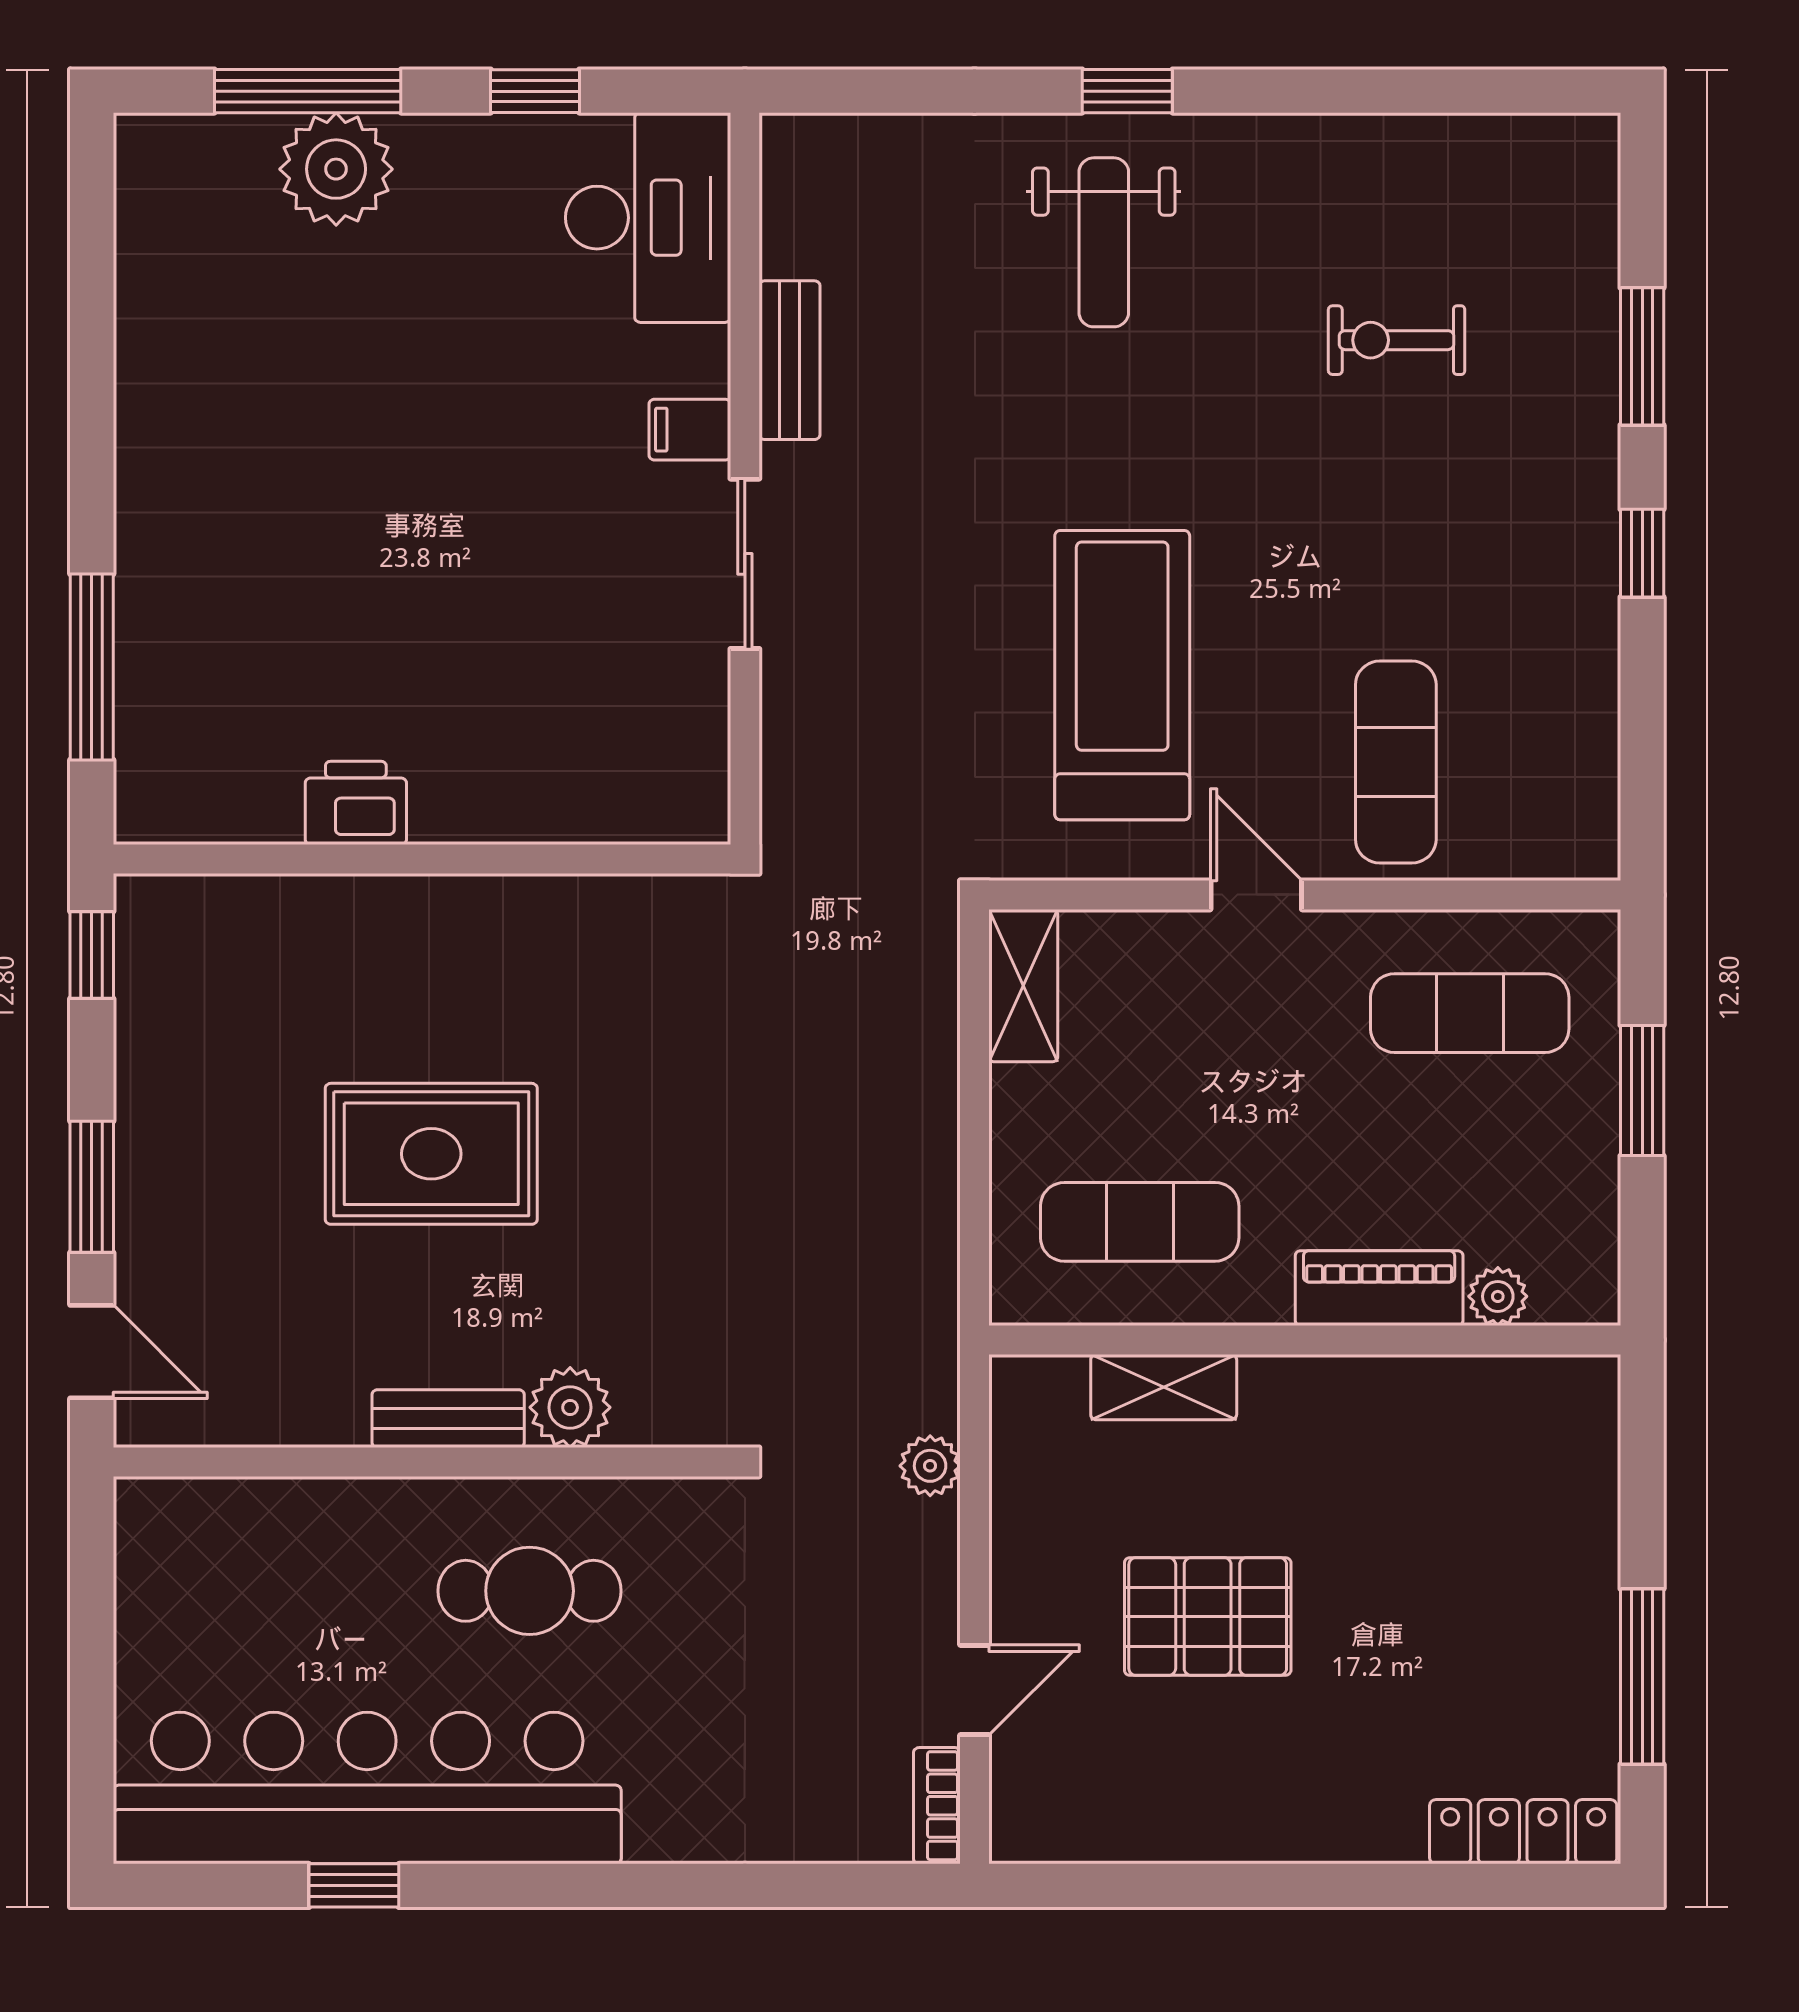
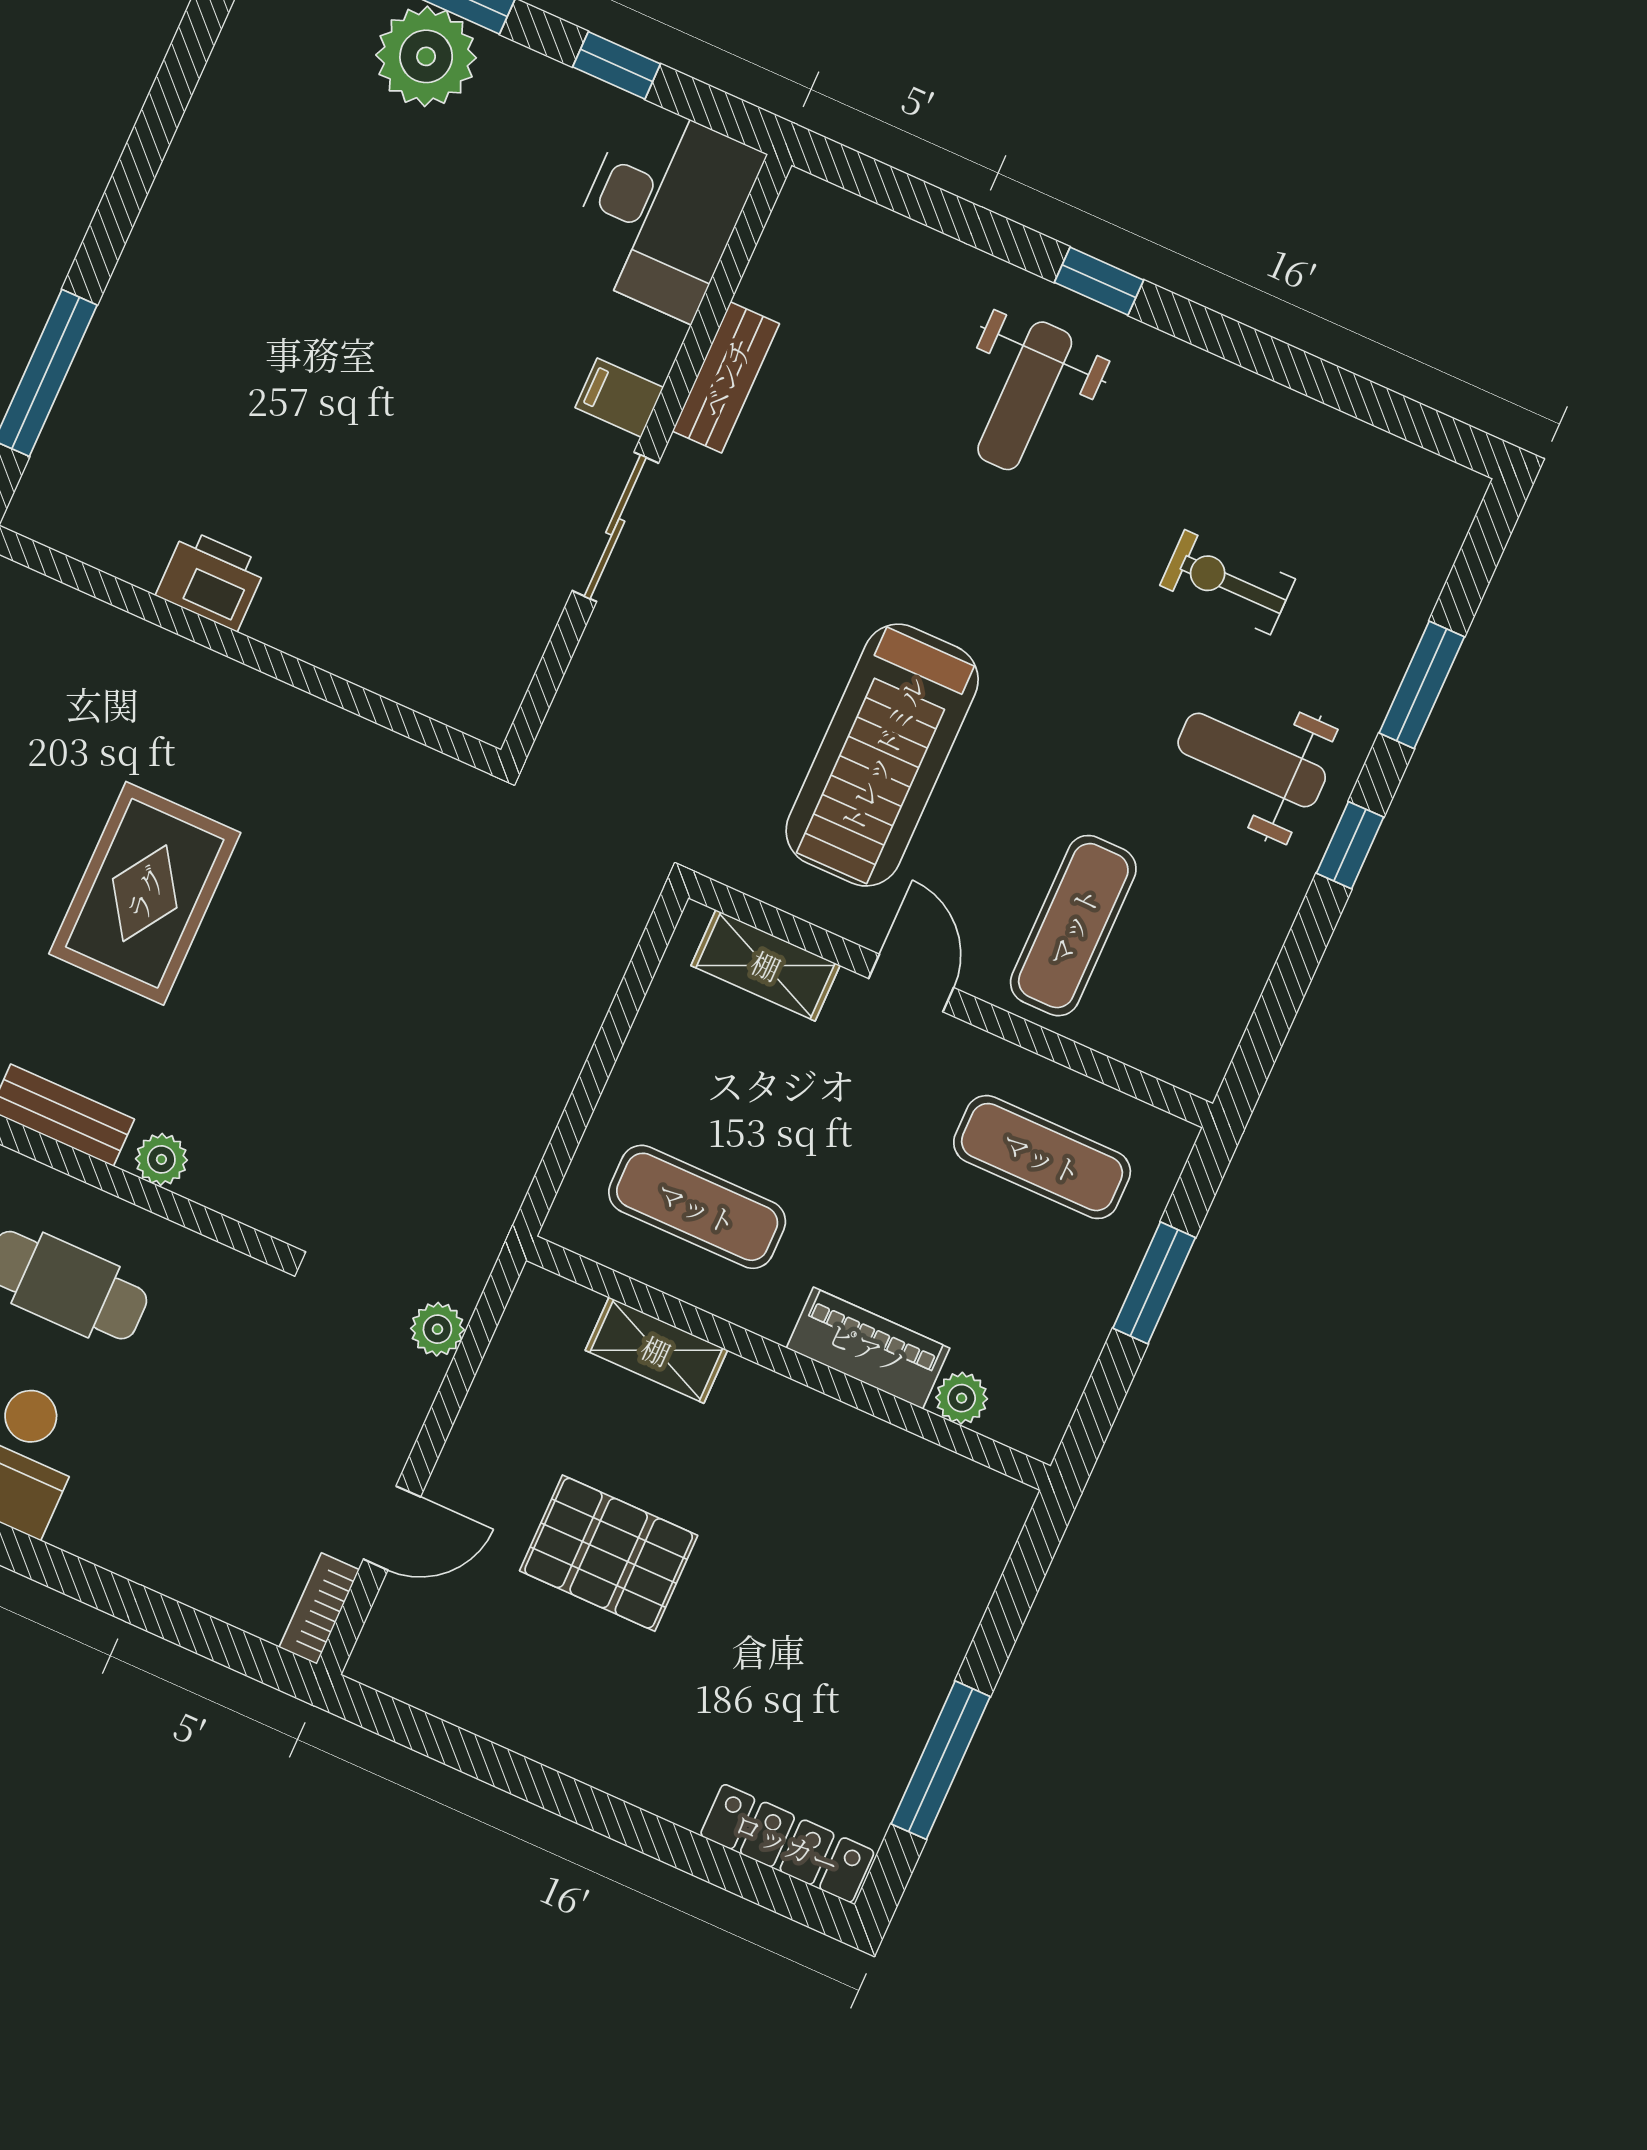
weight bench: (1503, 511) -> (1252, 760), added
treadmill: (1122, 675) -> (882, 755), turned 180
shelving: (1023, 986) -> (766, 965), moved, turned 90
rug: (431, 1154) -> (145, 893), turned 90
plant: (570, 1407) -> (161, 1159), width x0.73, depth x0.73

